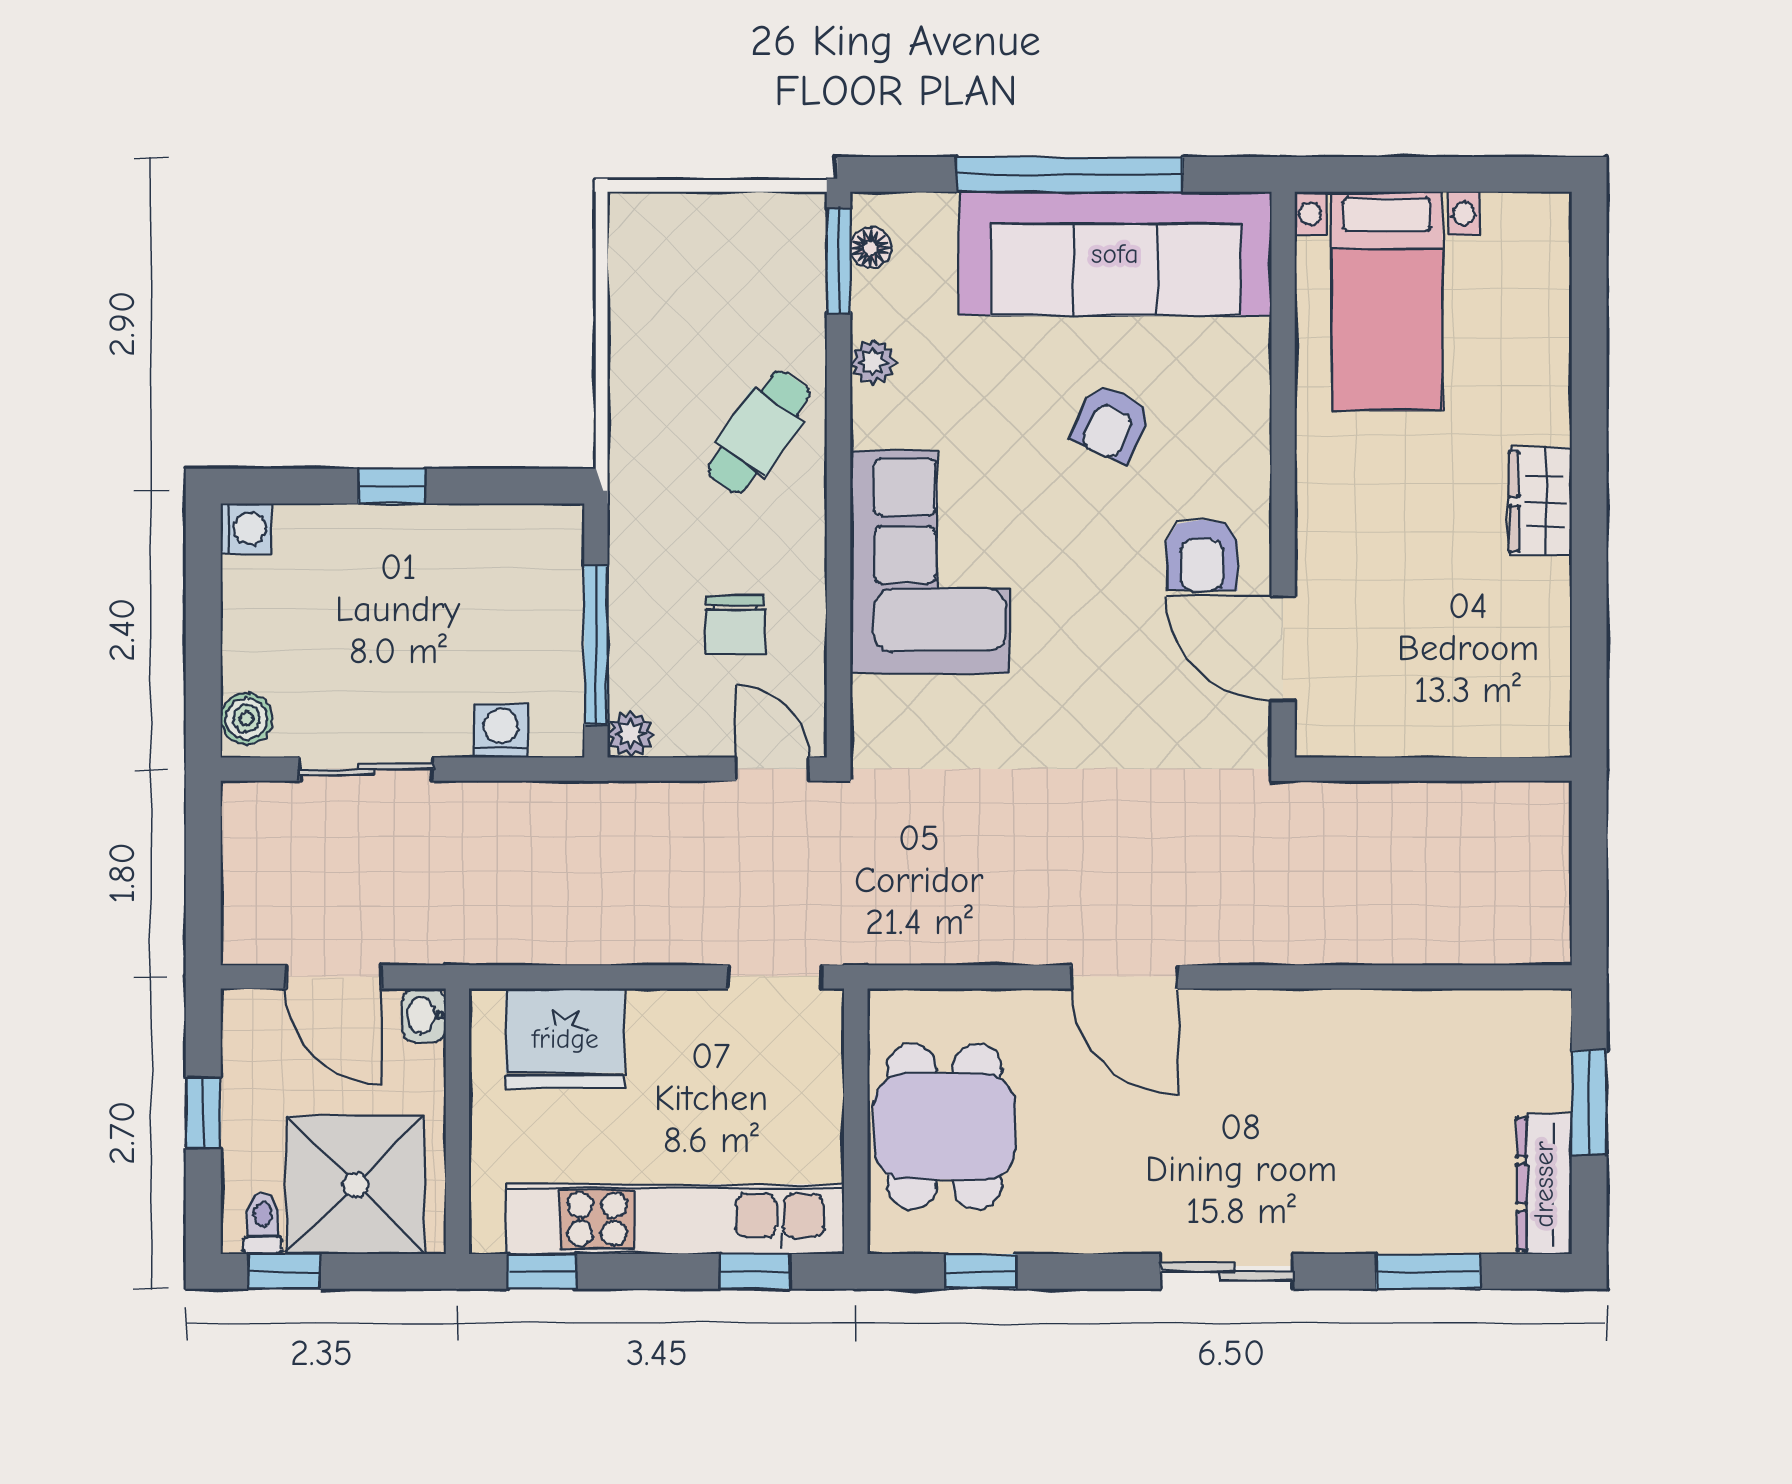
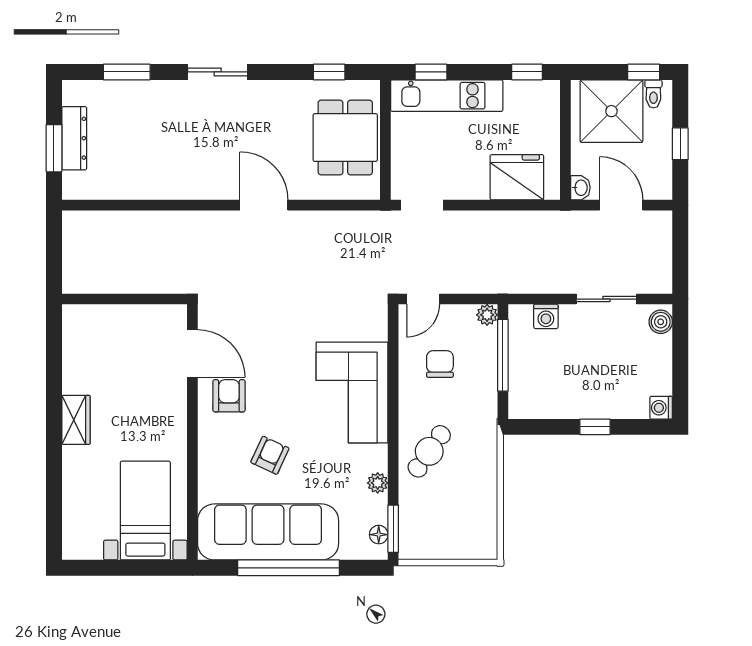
door: (772, 769) -> (423, 299), hinge flipped
dresser: (1544, 1184) -> (74, 138), moved
kitchen unit: (675, 1219) -> (447, 96), width x0.73

